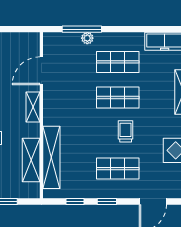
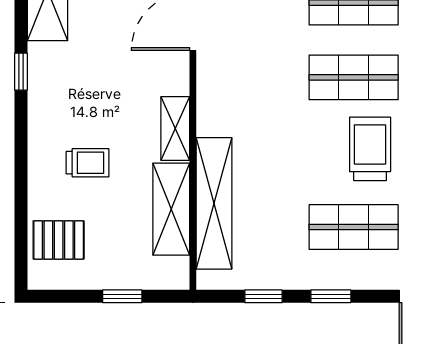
shelving: (33, 107) -> (175, 129), moved
trolley: (126, 131) -> (370, 149), width x1.36, depth x1.39

